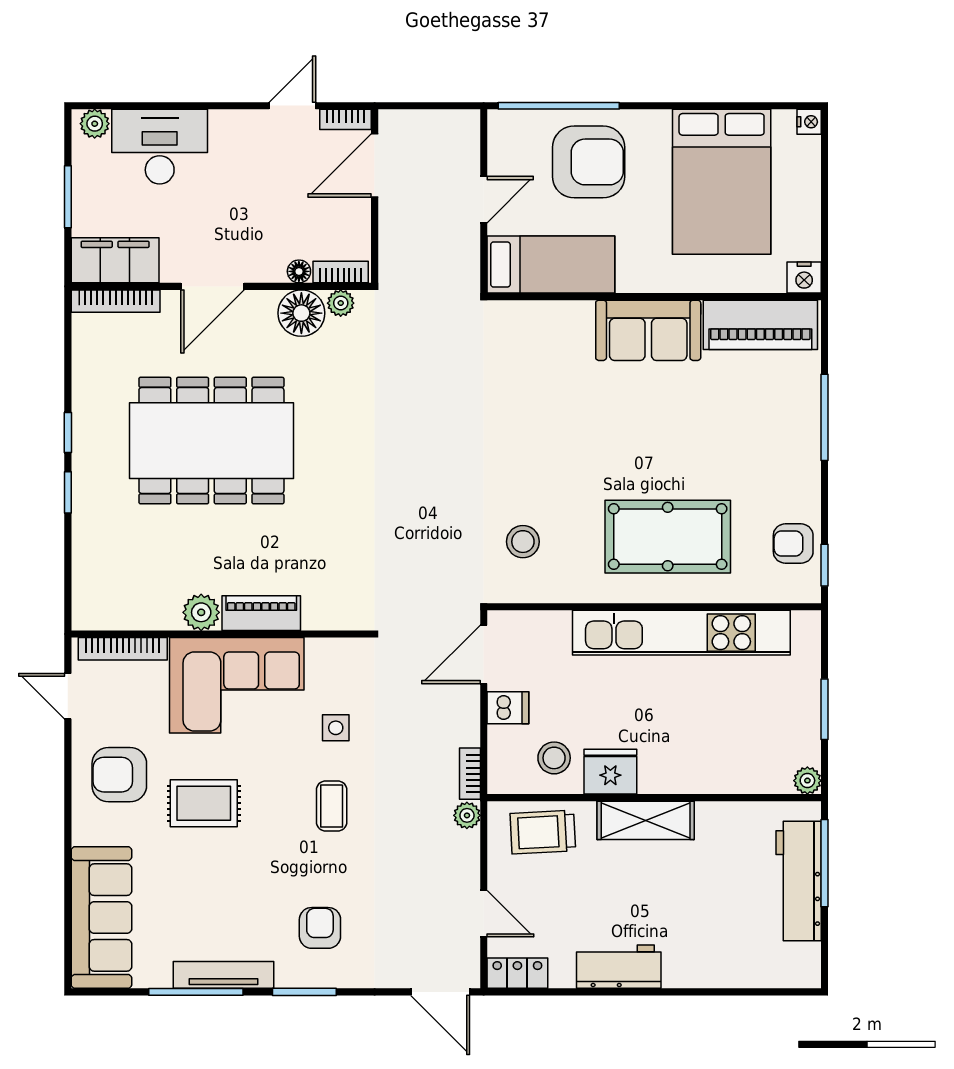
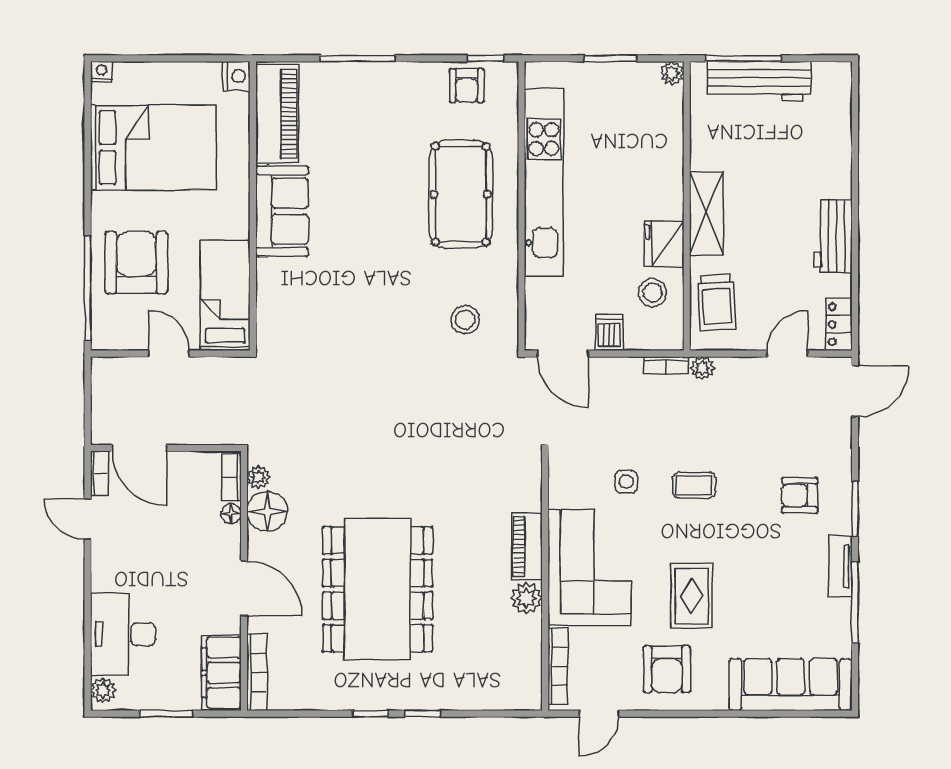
tv unit: (223, 975) -> (840, 566), width x0.71

